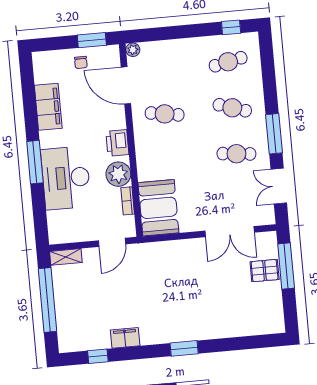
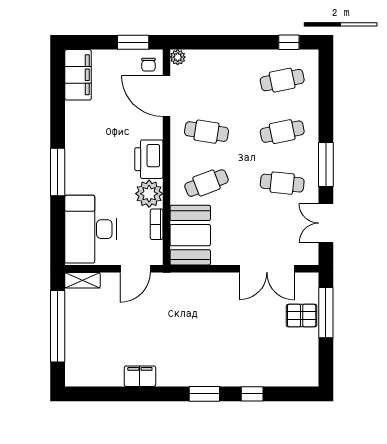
chair: (81, 62) -> (148, 65), moved
filing cabinet: (48, 107) -> (78, 75), moved
cafe table: (232, 108) -> (282, 132), turned -30
printer: (117, 143) -> (149, 159), width x1.37, depth x1.19
cafe table: (169, 160) -> (207, 183), added
desk: (66, 178) -> (90, 229), moved
window: (98, 356) -> (252, 394), moved

